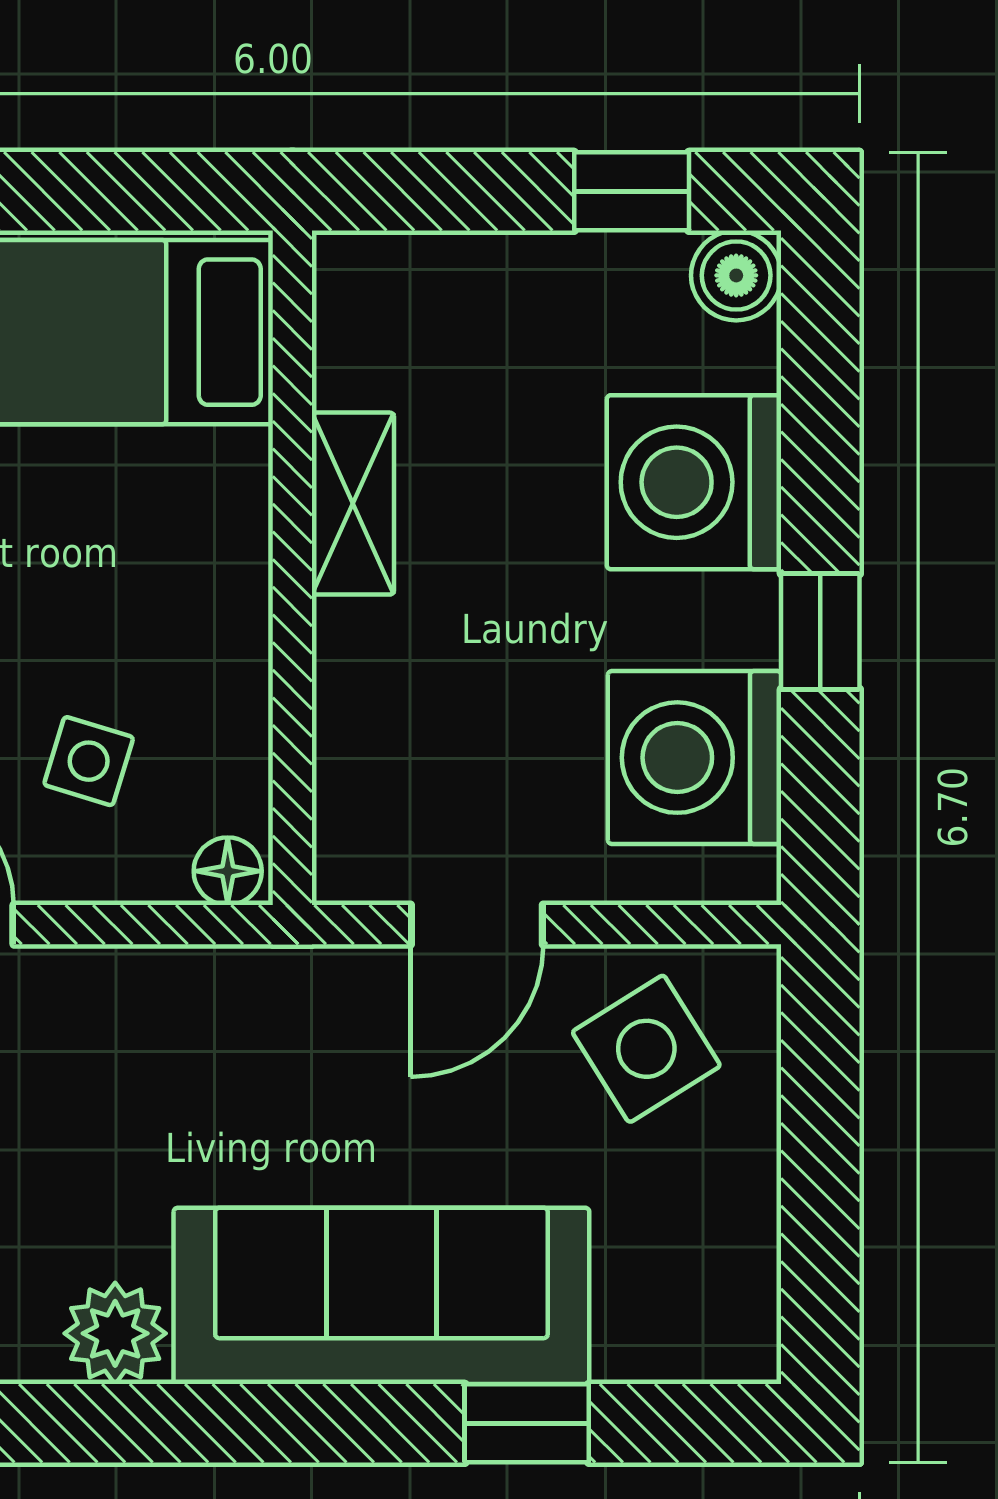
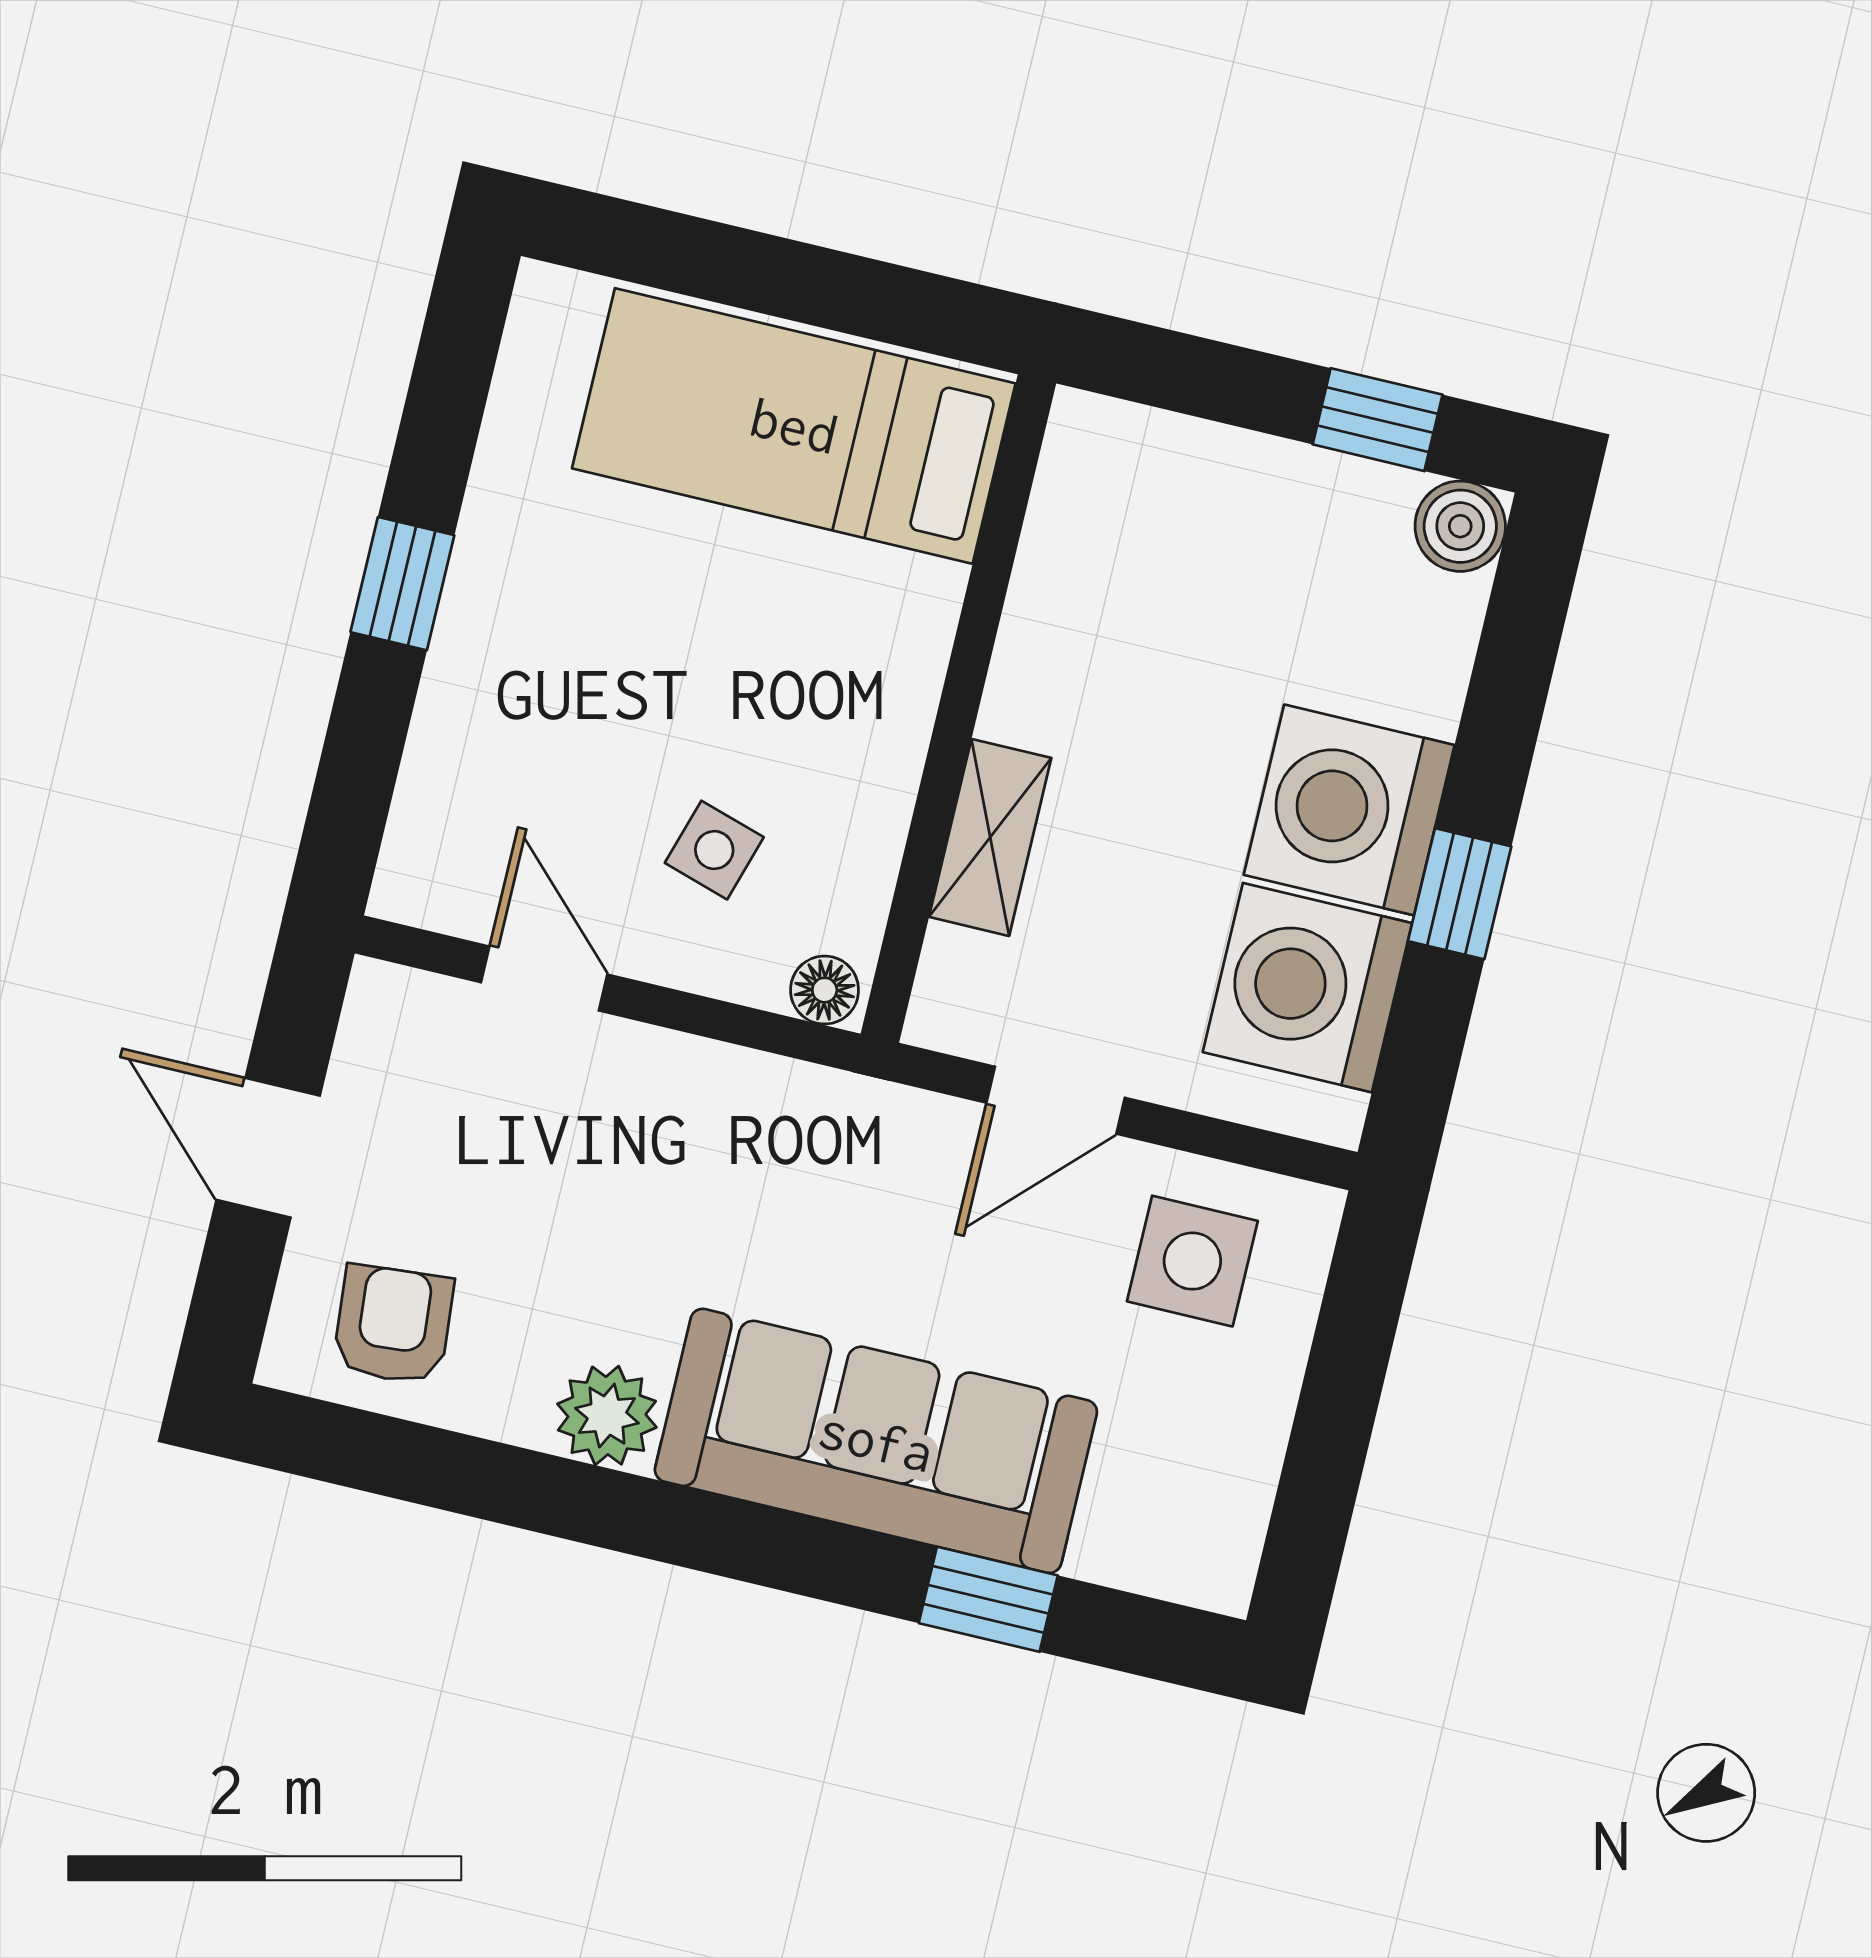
washing machine: (694, 482) -> (1349, 810), moved
shelving: (353, 504) -> (990, 837), moved
side table: (646, 1049) -> (1192, 1261), turned 32

